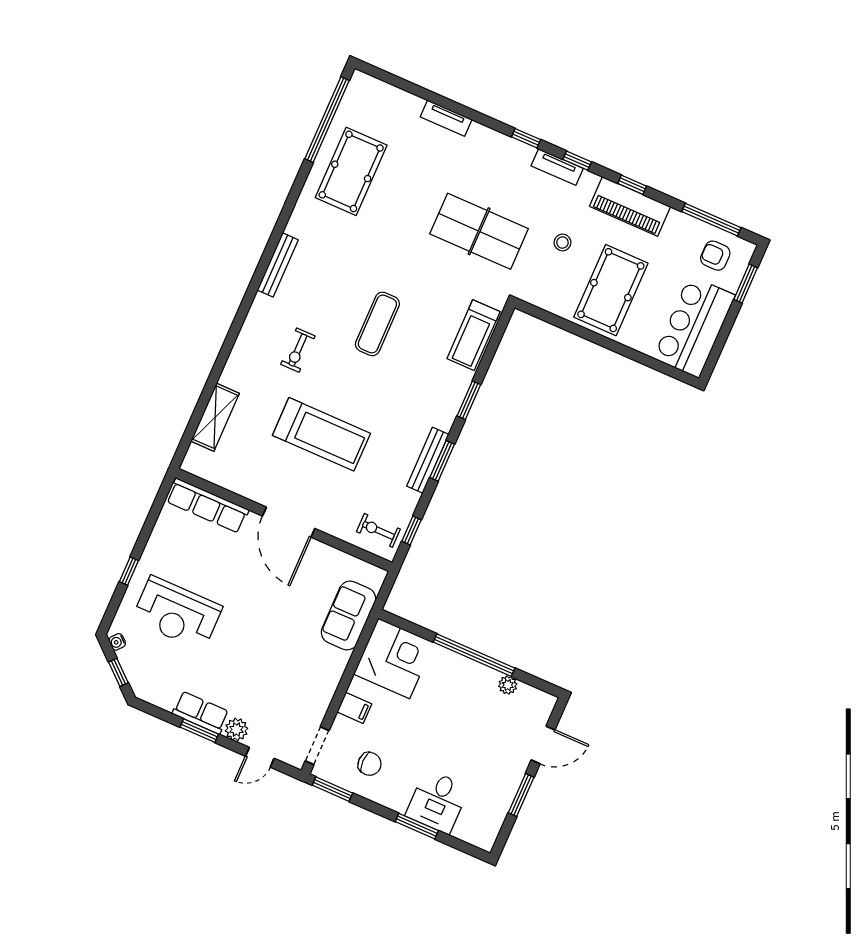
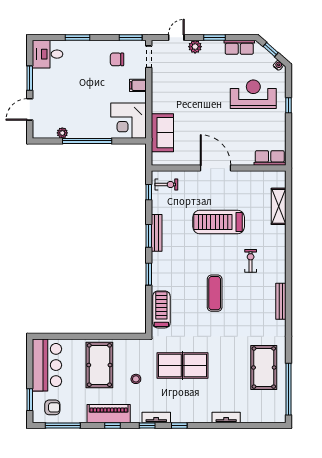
row of seats: (207, 506) -> (270, 158), width x0.68
row of seats: (201, 713) -> (239, 47), moved
desk: (437, 802) -> (48, 54), moved, turned -90

